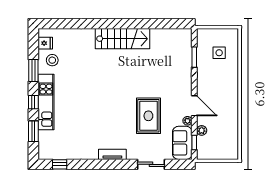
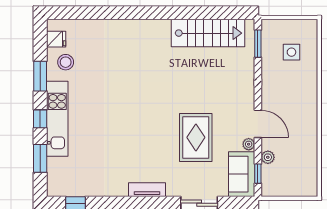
stairs: (122, 39) -> (208, 33), moved
window: (194, 57) -> (258, 44), moved

